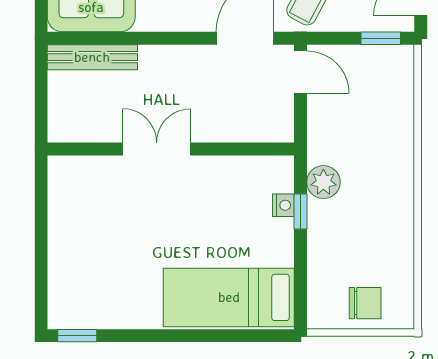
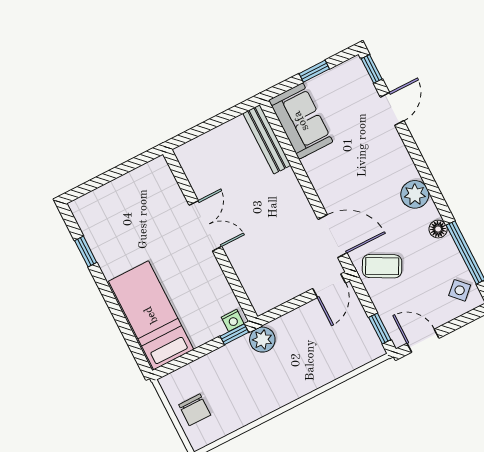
double door: (157, 149) -> (205, 226), moved
wall: (171, 149) -> (210, 235), moved
window: (77, 336) -> (86, 251), moved

